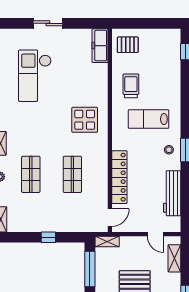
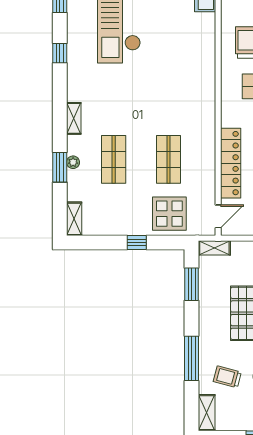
display table: (85, 120) -> (169, 214), moved
window: (90, 269) -> (192, 284), width x0.69

